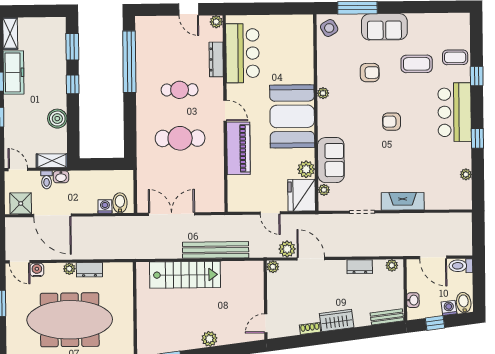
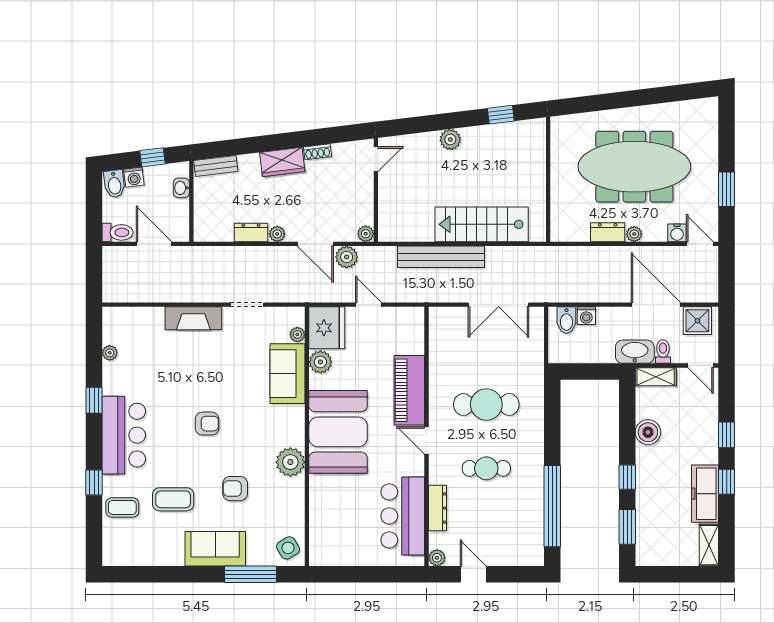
plant: (323, 93) -> (290, 462), width x1.88, depth x1.88
washbasin: (61, 177) -> (635, 352), width x1.91, depth x1.45
plant: (392, 265) -> (277, 234), moved

